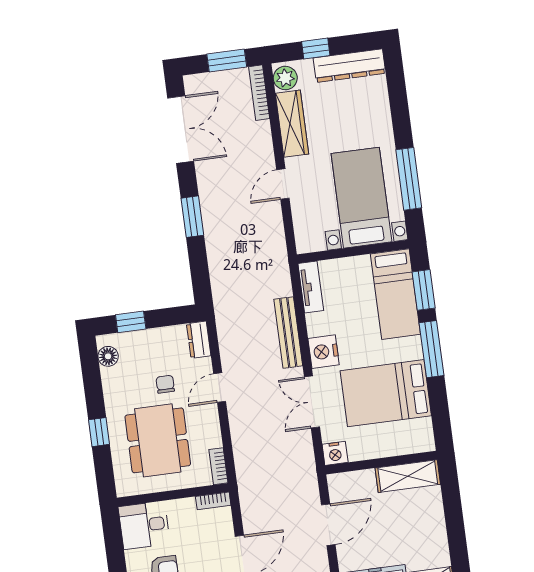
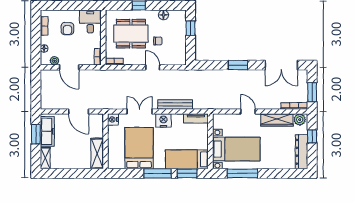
dresser: (199, 340) -> (177, 60), removed
floor lamp: (108, 356) -> (163, 15), moved

